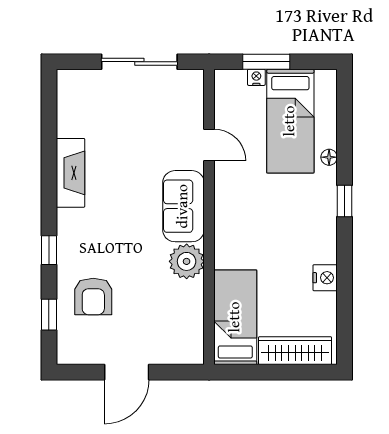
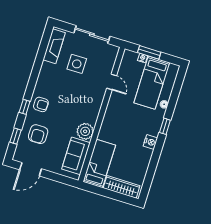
side table: (127, 131) -> (77, 64), added
fireplace: (70, 173) -> (54, 46), moved
sofa: (183, 206) -> (76, 156), moved
armchair: (80, 235) -> (41, 104), added
nightstand: (325, 278) -> (150, 142), moved
door: (127, 372) -> (31, 169), moved

